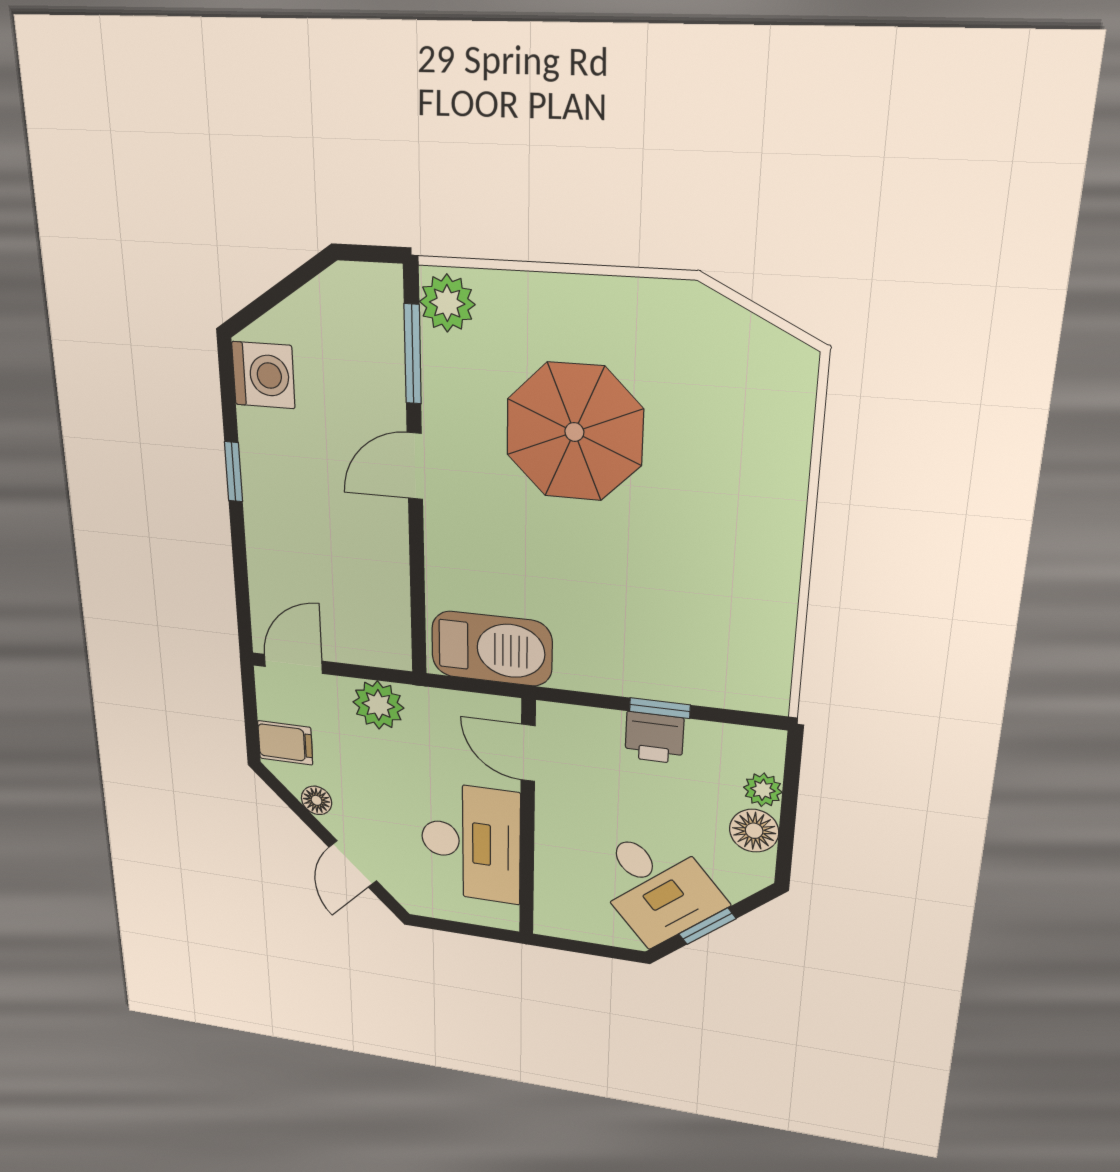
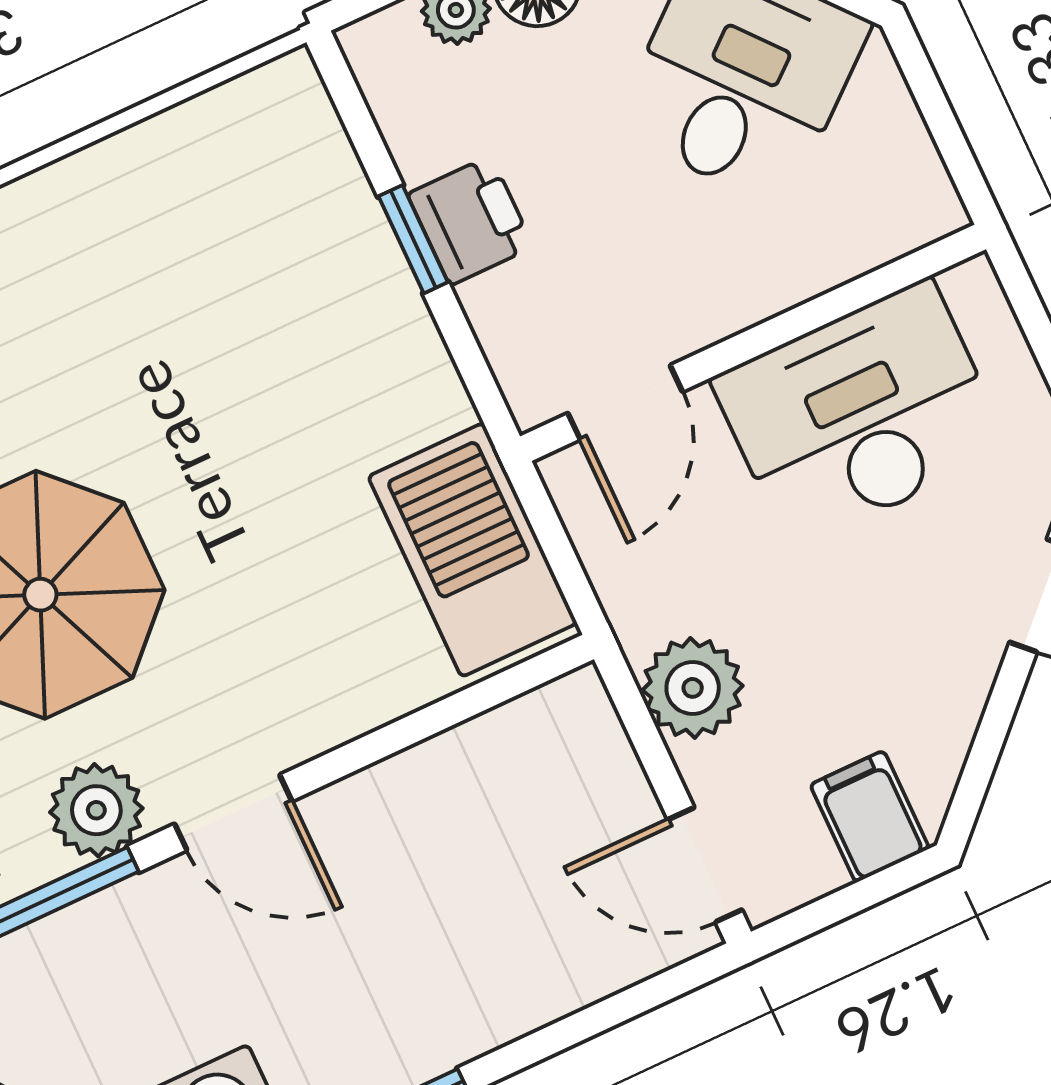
plant: (447, 399) -> (96, 810), added
floor lamp: (317, 800) -> (951, 714), removed

